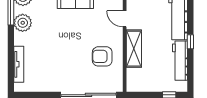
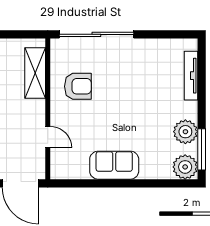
shelving: (134, 49) -> (35, 73), moved

